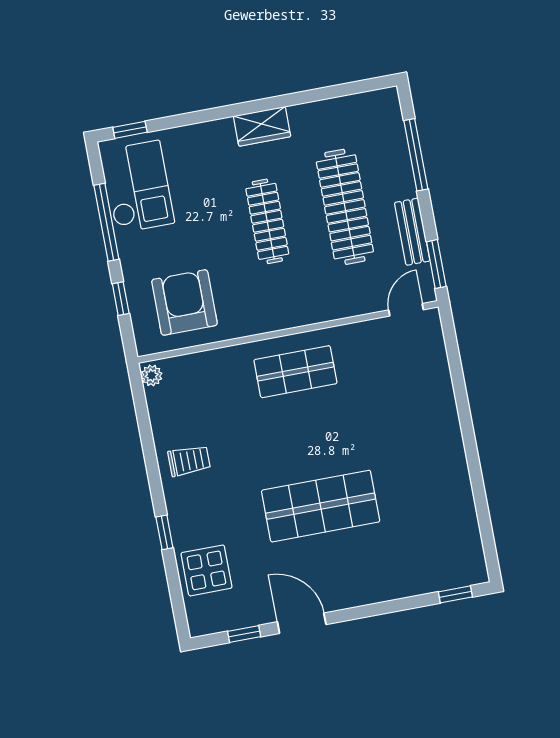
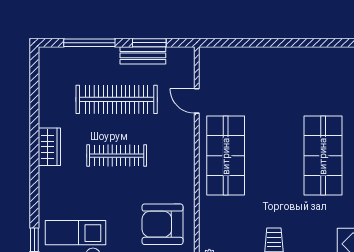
window: (436, 264) -> (149, 43), moved
door: (406, 310) -> (197, 101), moved
shop shelf: (295, 372) -> (226, 156), width x1.43, depth x1.36

